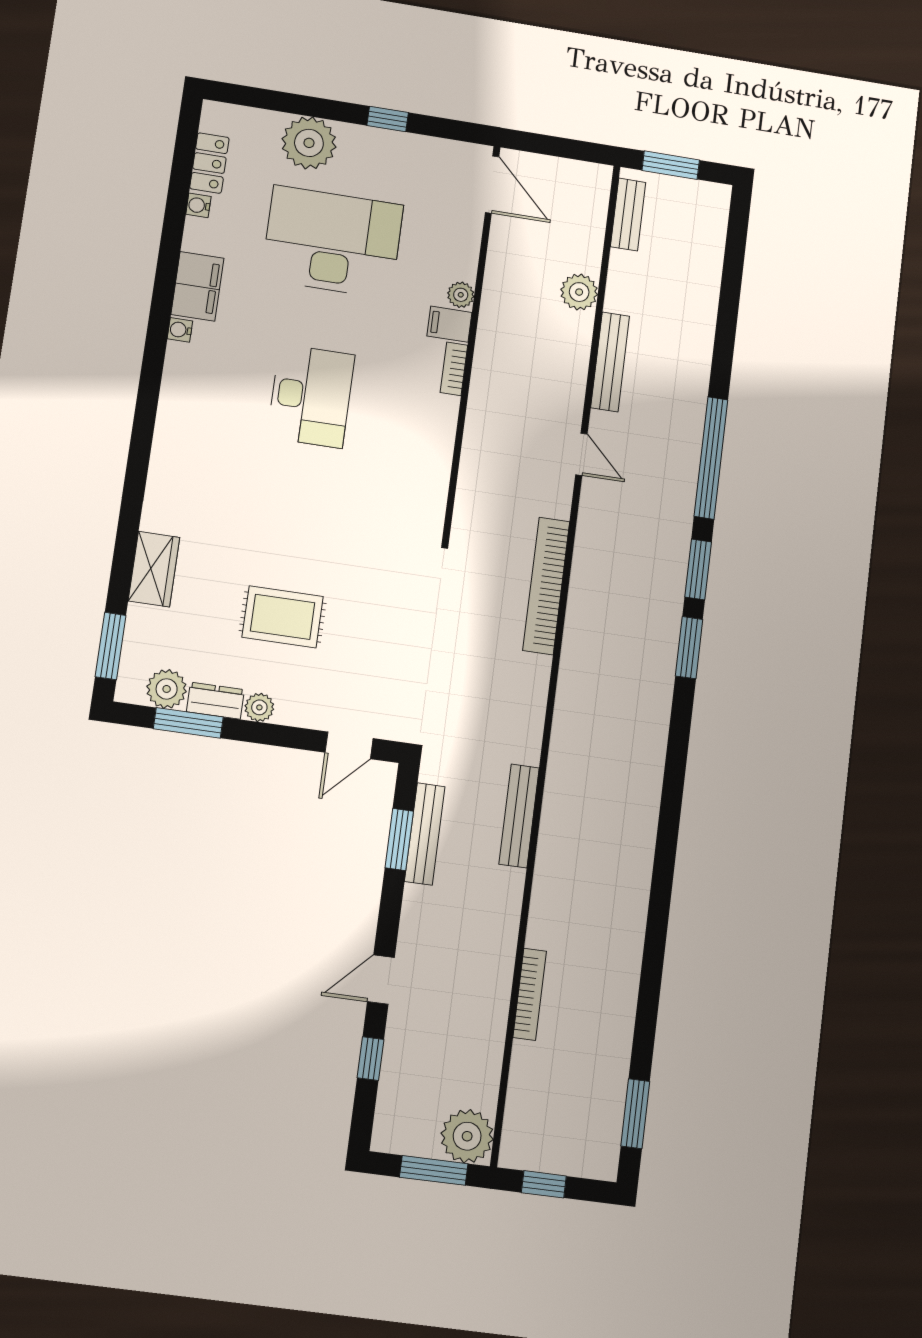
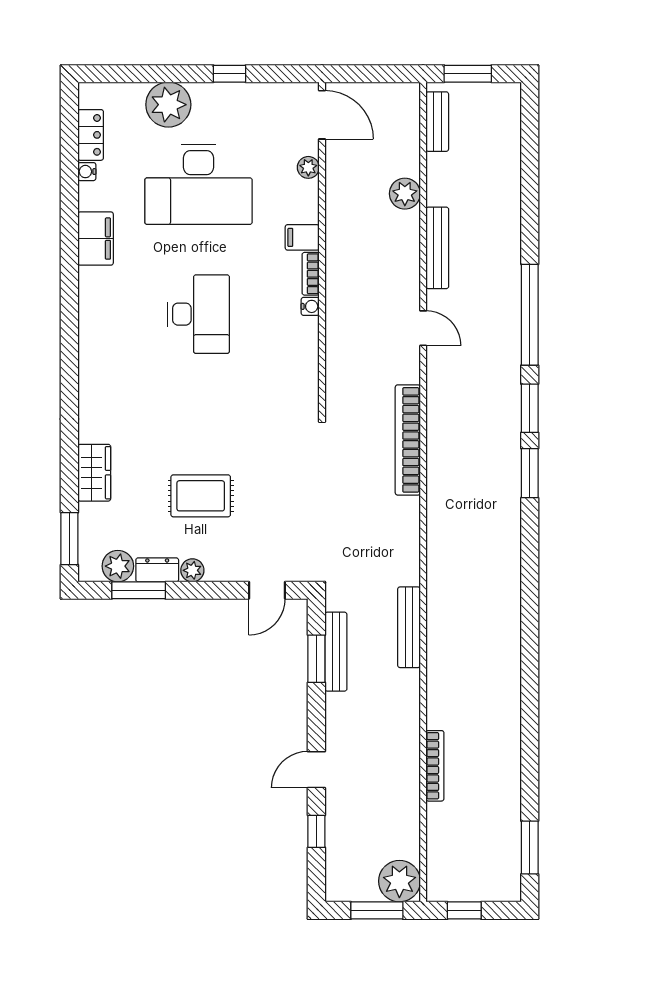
desk: (332, 242) -> (199, 184), turned 180
plant: (461, 295) -> (308, 167), moved
water cooler: (180, 330) -> (310, 306), moved, turned 180

